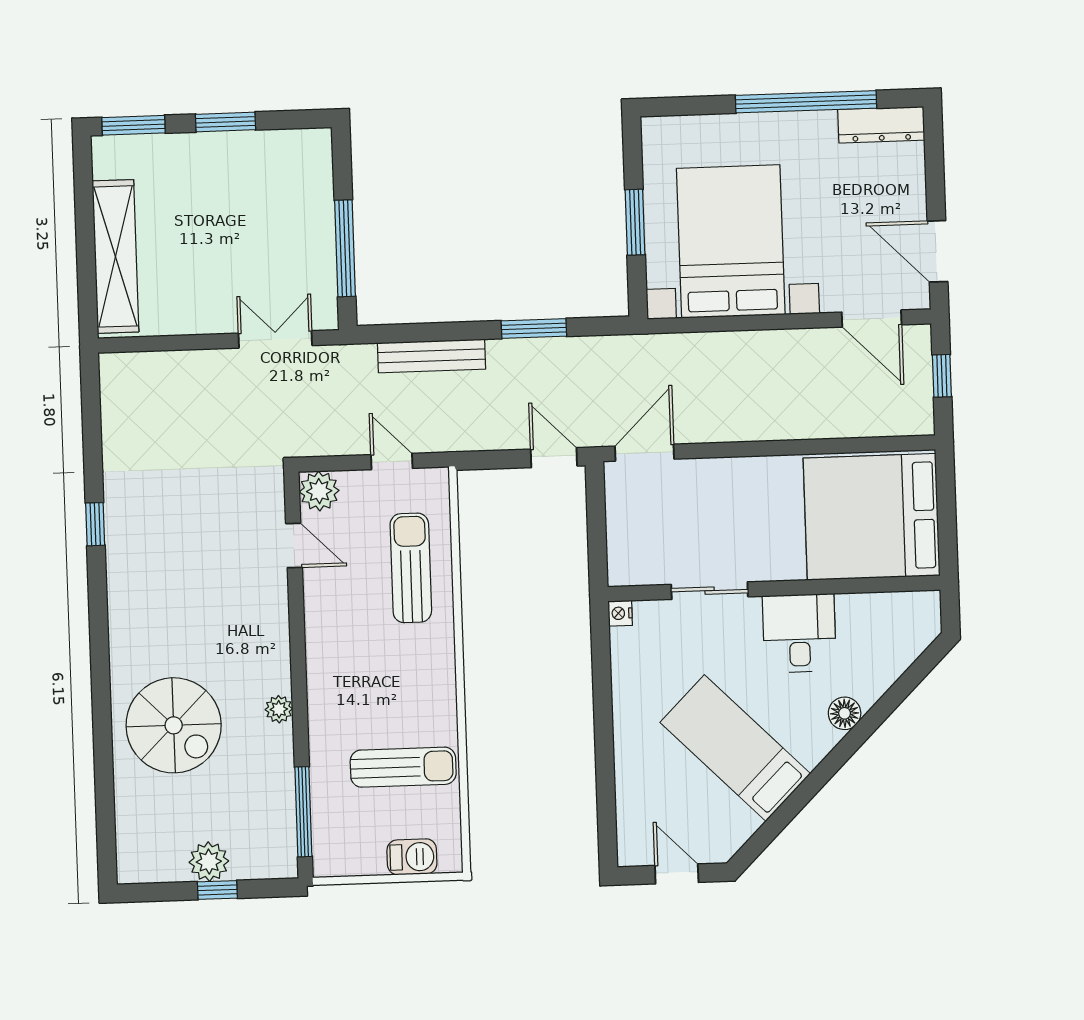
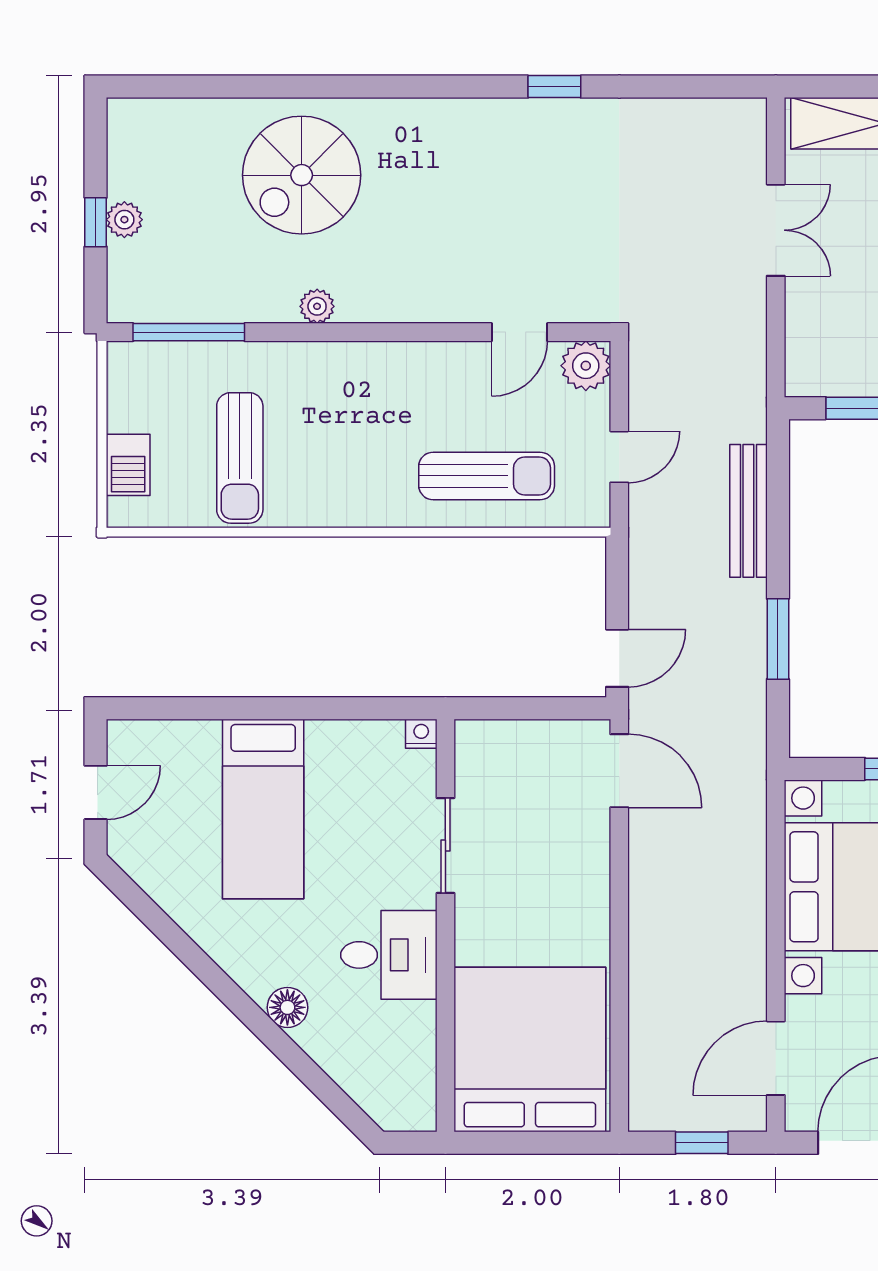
double door: (275, 339) -> (776, 230), moved
bed: (735, 748) -> (263, 809), moved, turned 135
plant: (209, 862) -> (124, 220), width x0.73, depth x0.73

